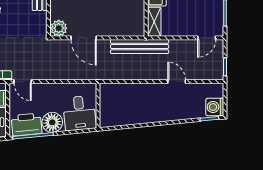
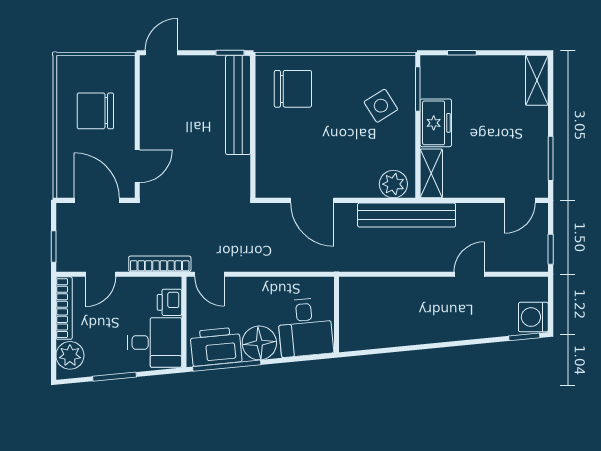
plant: (59, 28) -> (393, 184), moved
door: (177, 82) -> (469, 274), hinge flipped

